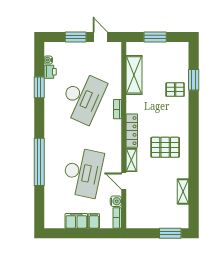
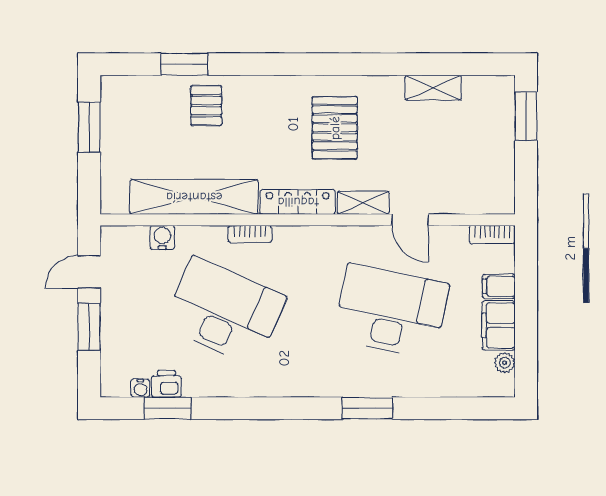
window: (155, 37) -> (89, 127), moved
shelving: (134, 75) -> (194, 197), width x1.47
window: (39, 87) -> (168, 408), moved
window: (39, 162) -> (367, 408), width x0.47
door: (124, 181) -> (410, 220), hinge flipped
water cooler: (116, 201) -> (162, 237), moved
plant: (60, 224) -> (505, 363), added

